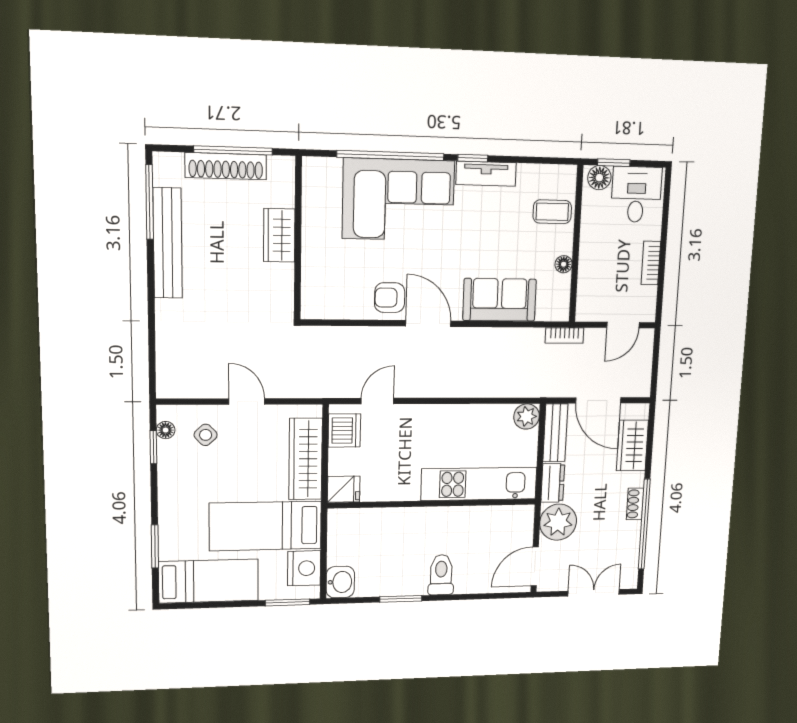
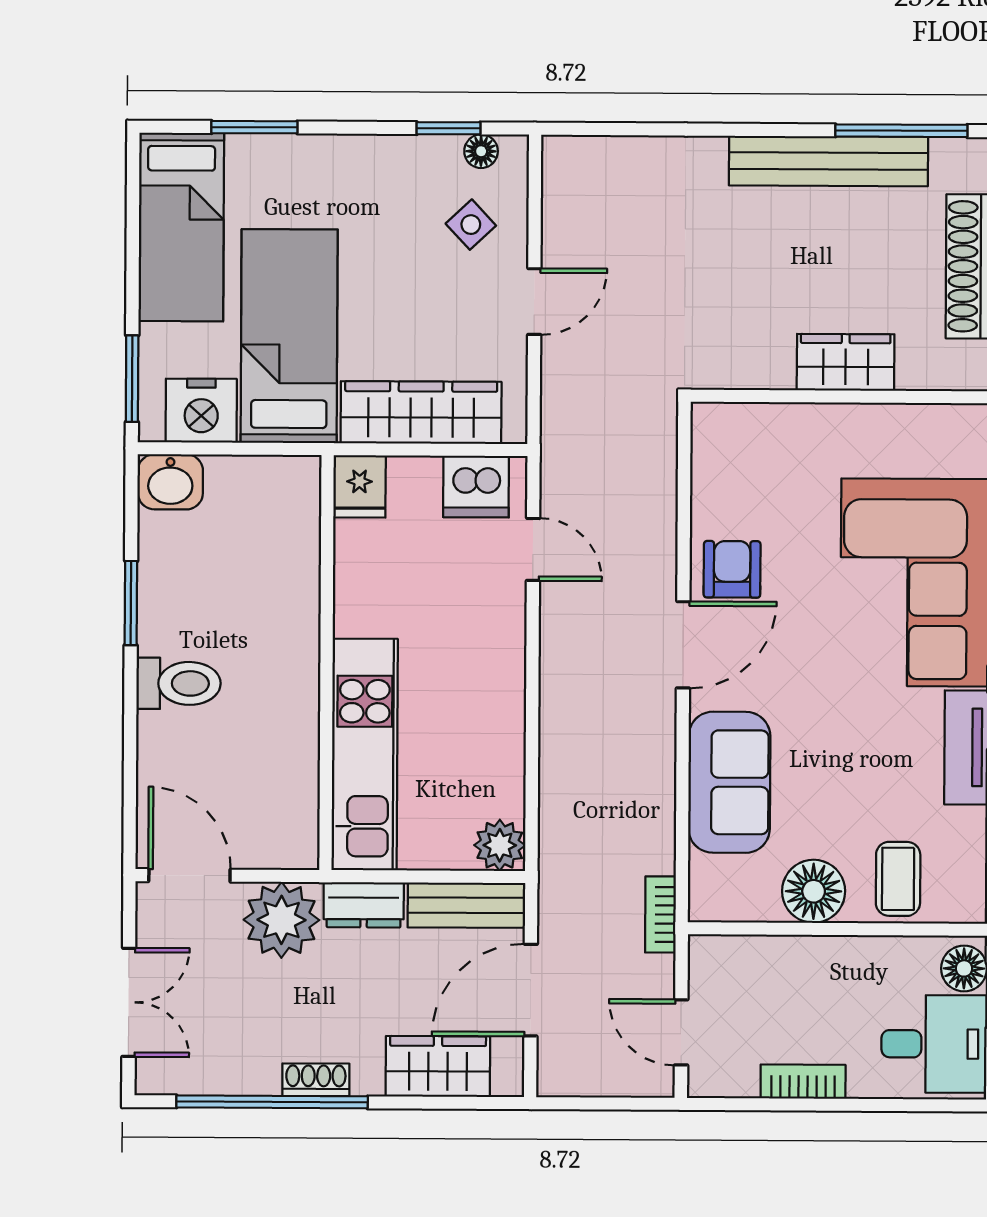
floor lamp: (564, 264) -> (814, 891), width x1.89, depth x1.89

